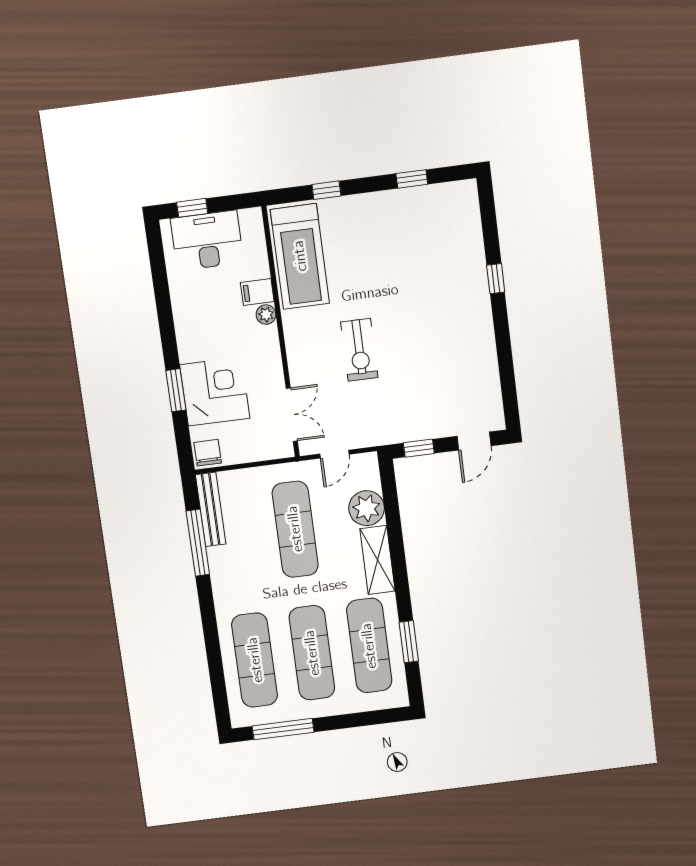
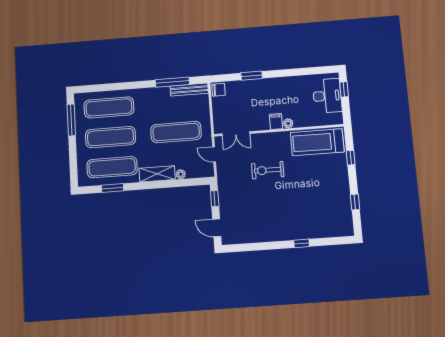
filing cabinet: (257, 292) -> (276, 121), moved
corner desk: (215, 391) -> (250, 95), removed
plant: (367, 508) -> (181, 174), width x0.53, depth x0.53

